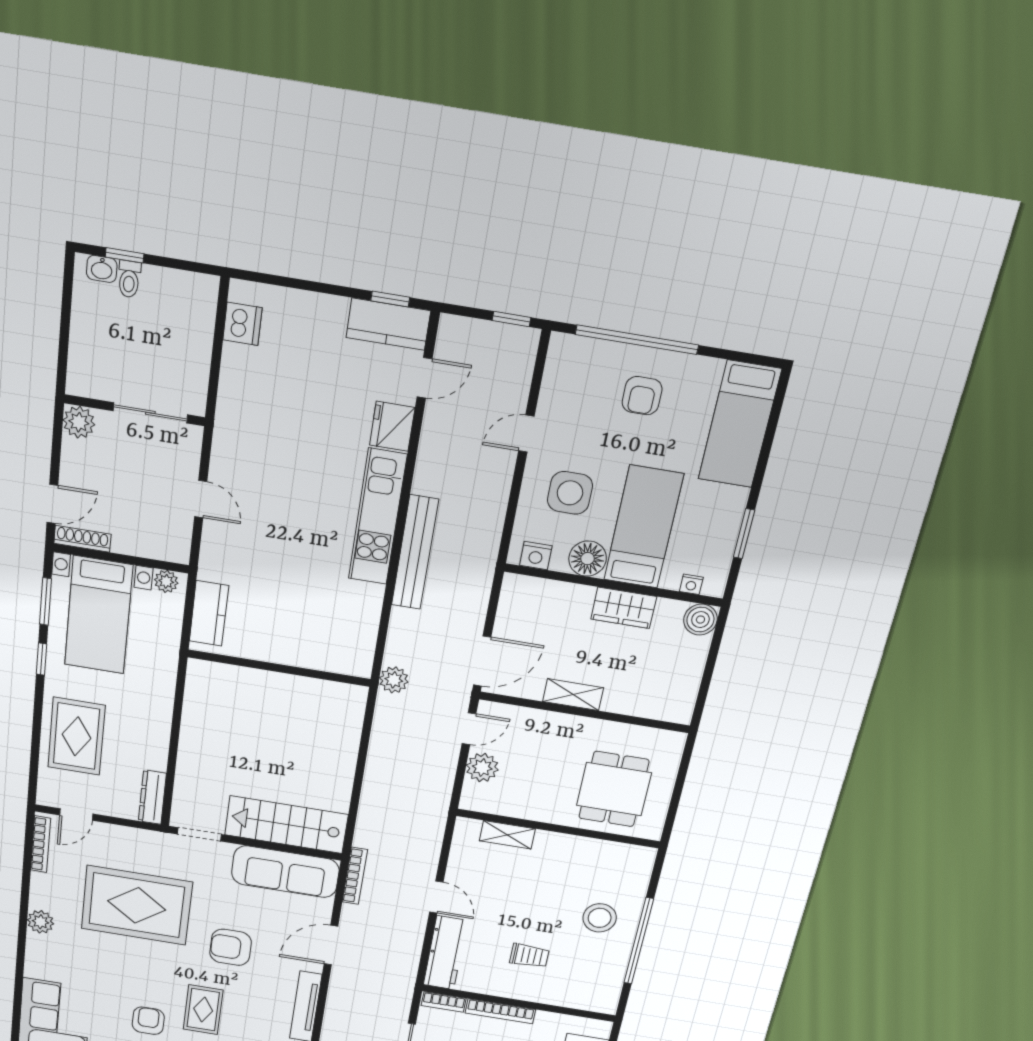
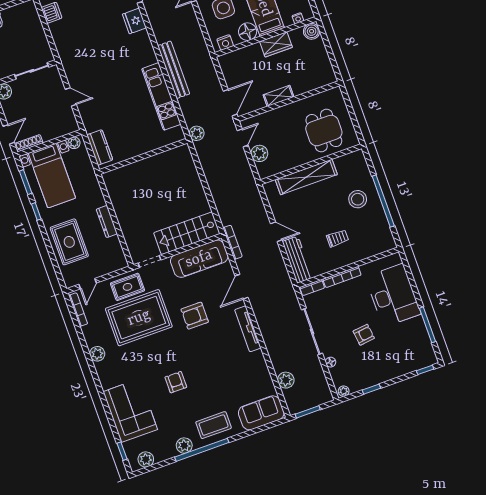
kitchen unit: (378, 517) -> (161, 96), moved
dresser: (152, 797) -> (107, 222), moved
shelving: (507, 835) -> (306, 177), width x2.20, depth x1.33
rug: (203, 1010) -> (127, 287), moved, turned 90

